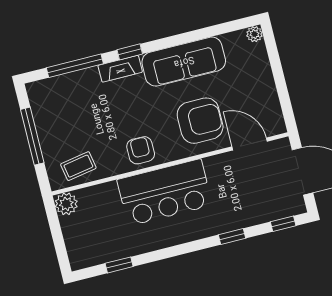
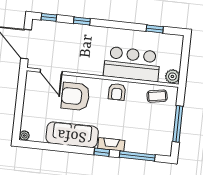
bar counter: (165, 192) -> (132, 64), moved

